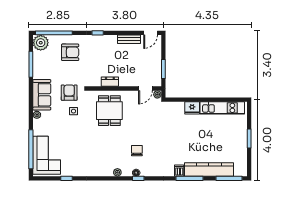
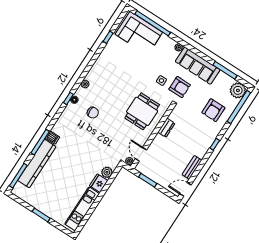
door: (151, 33) -> (185, 189), hinge flipped
sofa: (42, 95) -> (198, 66), width x1.36
plant: (179, 107) -> (107, 172), added
dining table: (109, 111) -> (142, 111), turned 90

